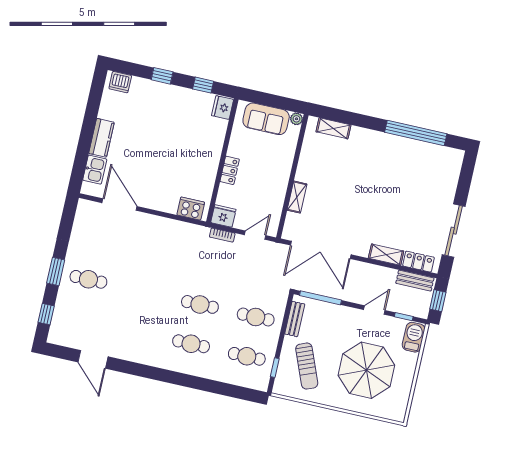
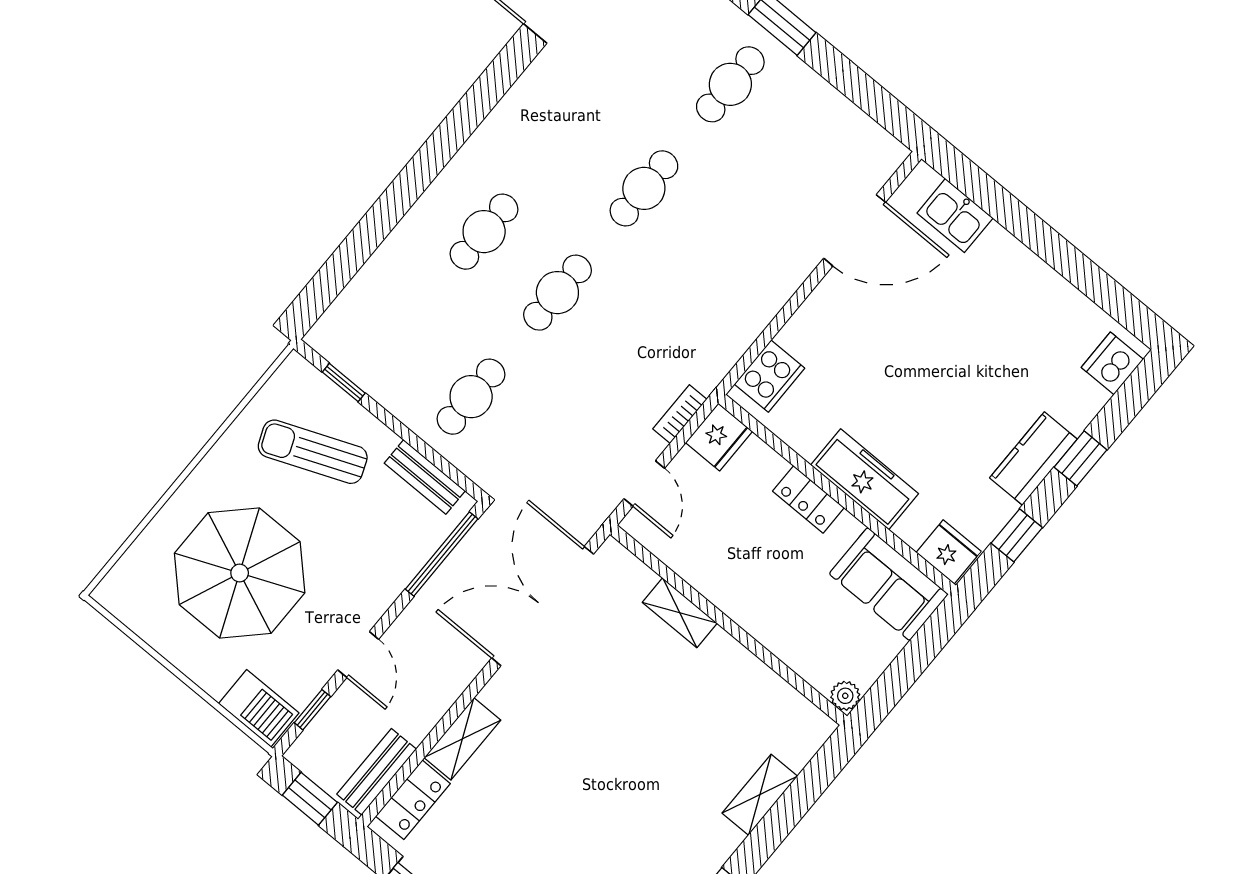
sofa: (266, 119) -> (889, 584), moved, turned -90
shelving: (333, 128) -> (760, 795), moved
kitchen counter: (101, 138) -> (1033, 459), moved, turned 90
freezer: (211, 153) -> (865, 479), added
cafe table: (247, 356) -> (644, 188), moved

